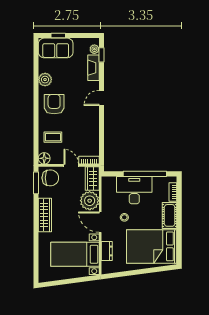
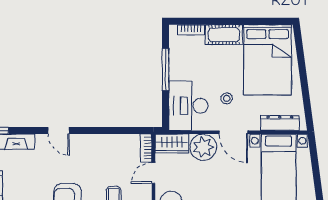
window: (145, 174) -> (165, 70), width x0.68
desk: (134, 190) -> (188, 106), moved
door: (100, 222) -> (233, 132), hinge flipped
dresser: (107, 251) -> (280, 123), width x1.44

